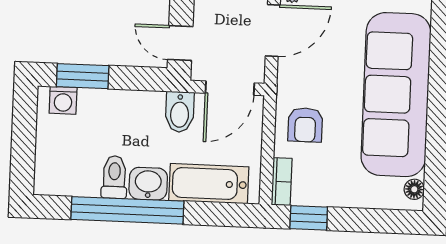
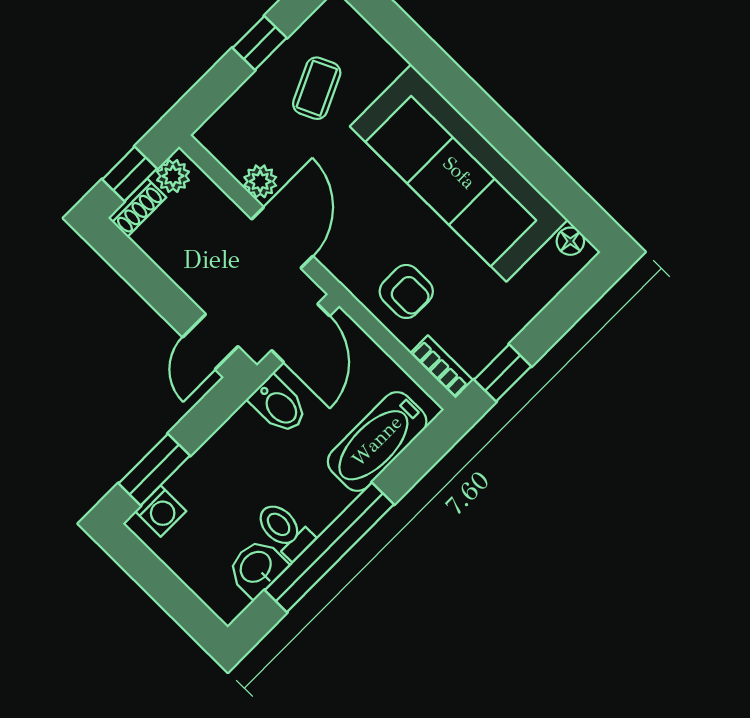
door: (180, 43) -> (210, 342), hinge flipped
washbasin: (148, 184) -> (257, 568), moved

